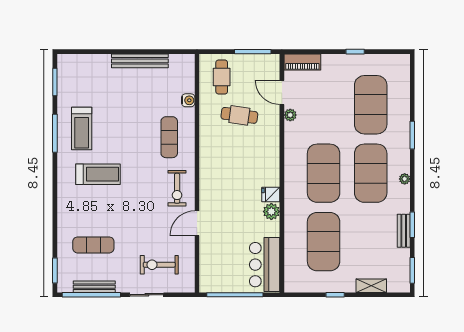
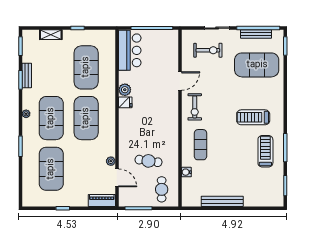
exercise bike: (177, 188) -> (195, 107), turned 180
exercise mat: (93, 245) -> (257, 65), width x2.00, depth x1.45

